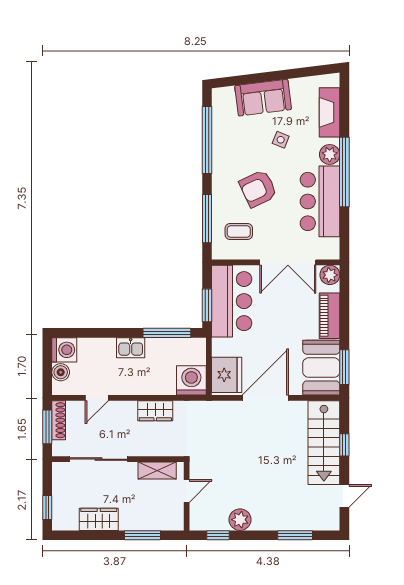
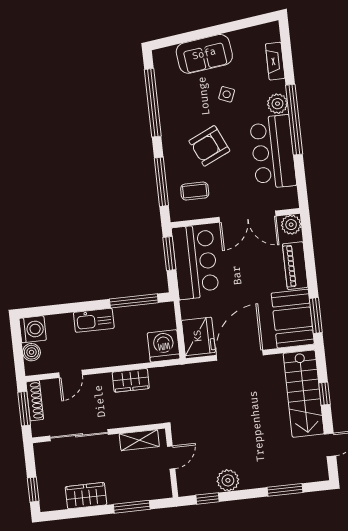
fireplace: (330, 112) -> (275, 61), width x0.73, depth x0.76
window: (207, 305) -> (169, 254), moved
kitchen sink: (131, 348) -> (94, 320), width x1.38

